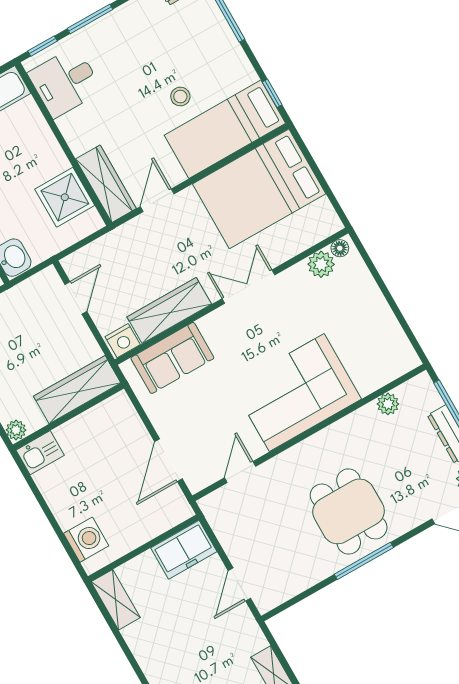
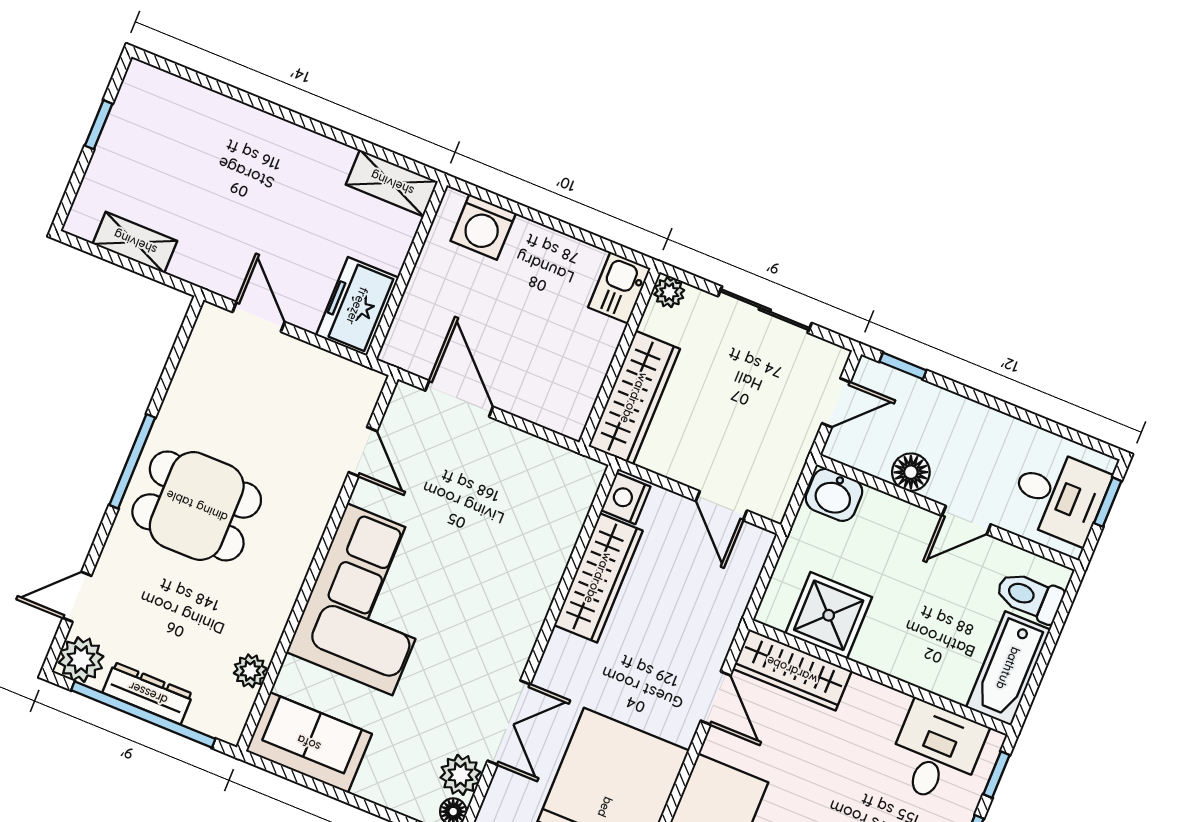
double door: (248, 287) -> (509, 723), moved
sofa: (172, 358) -> (309, 743), moved, turned 90

